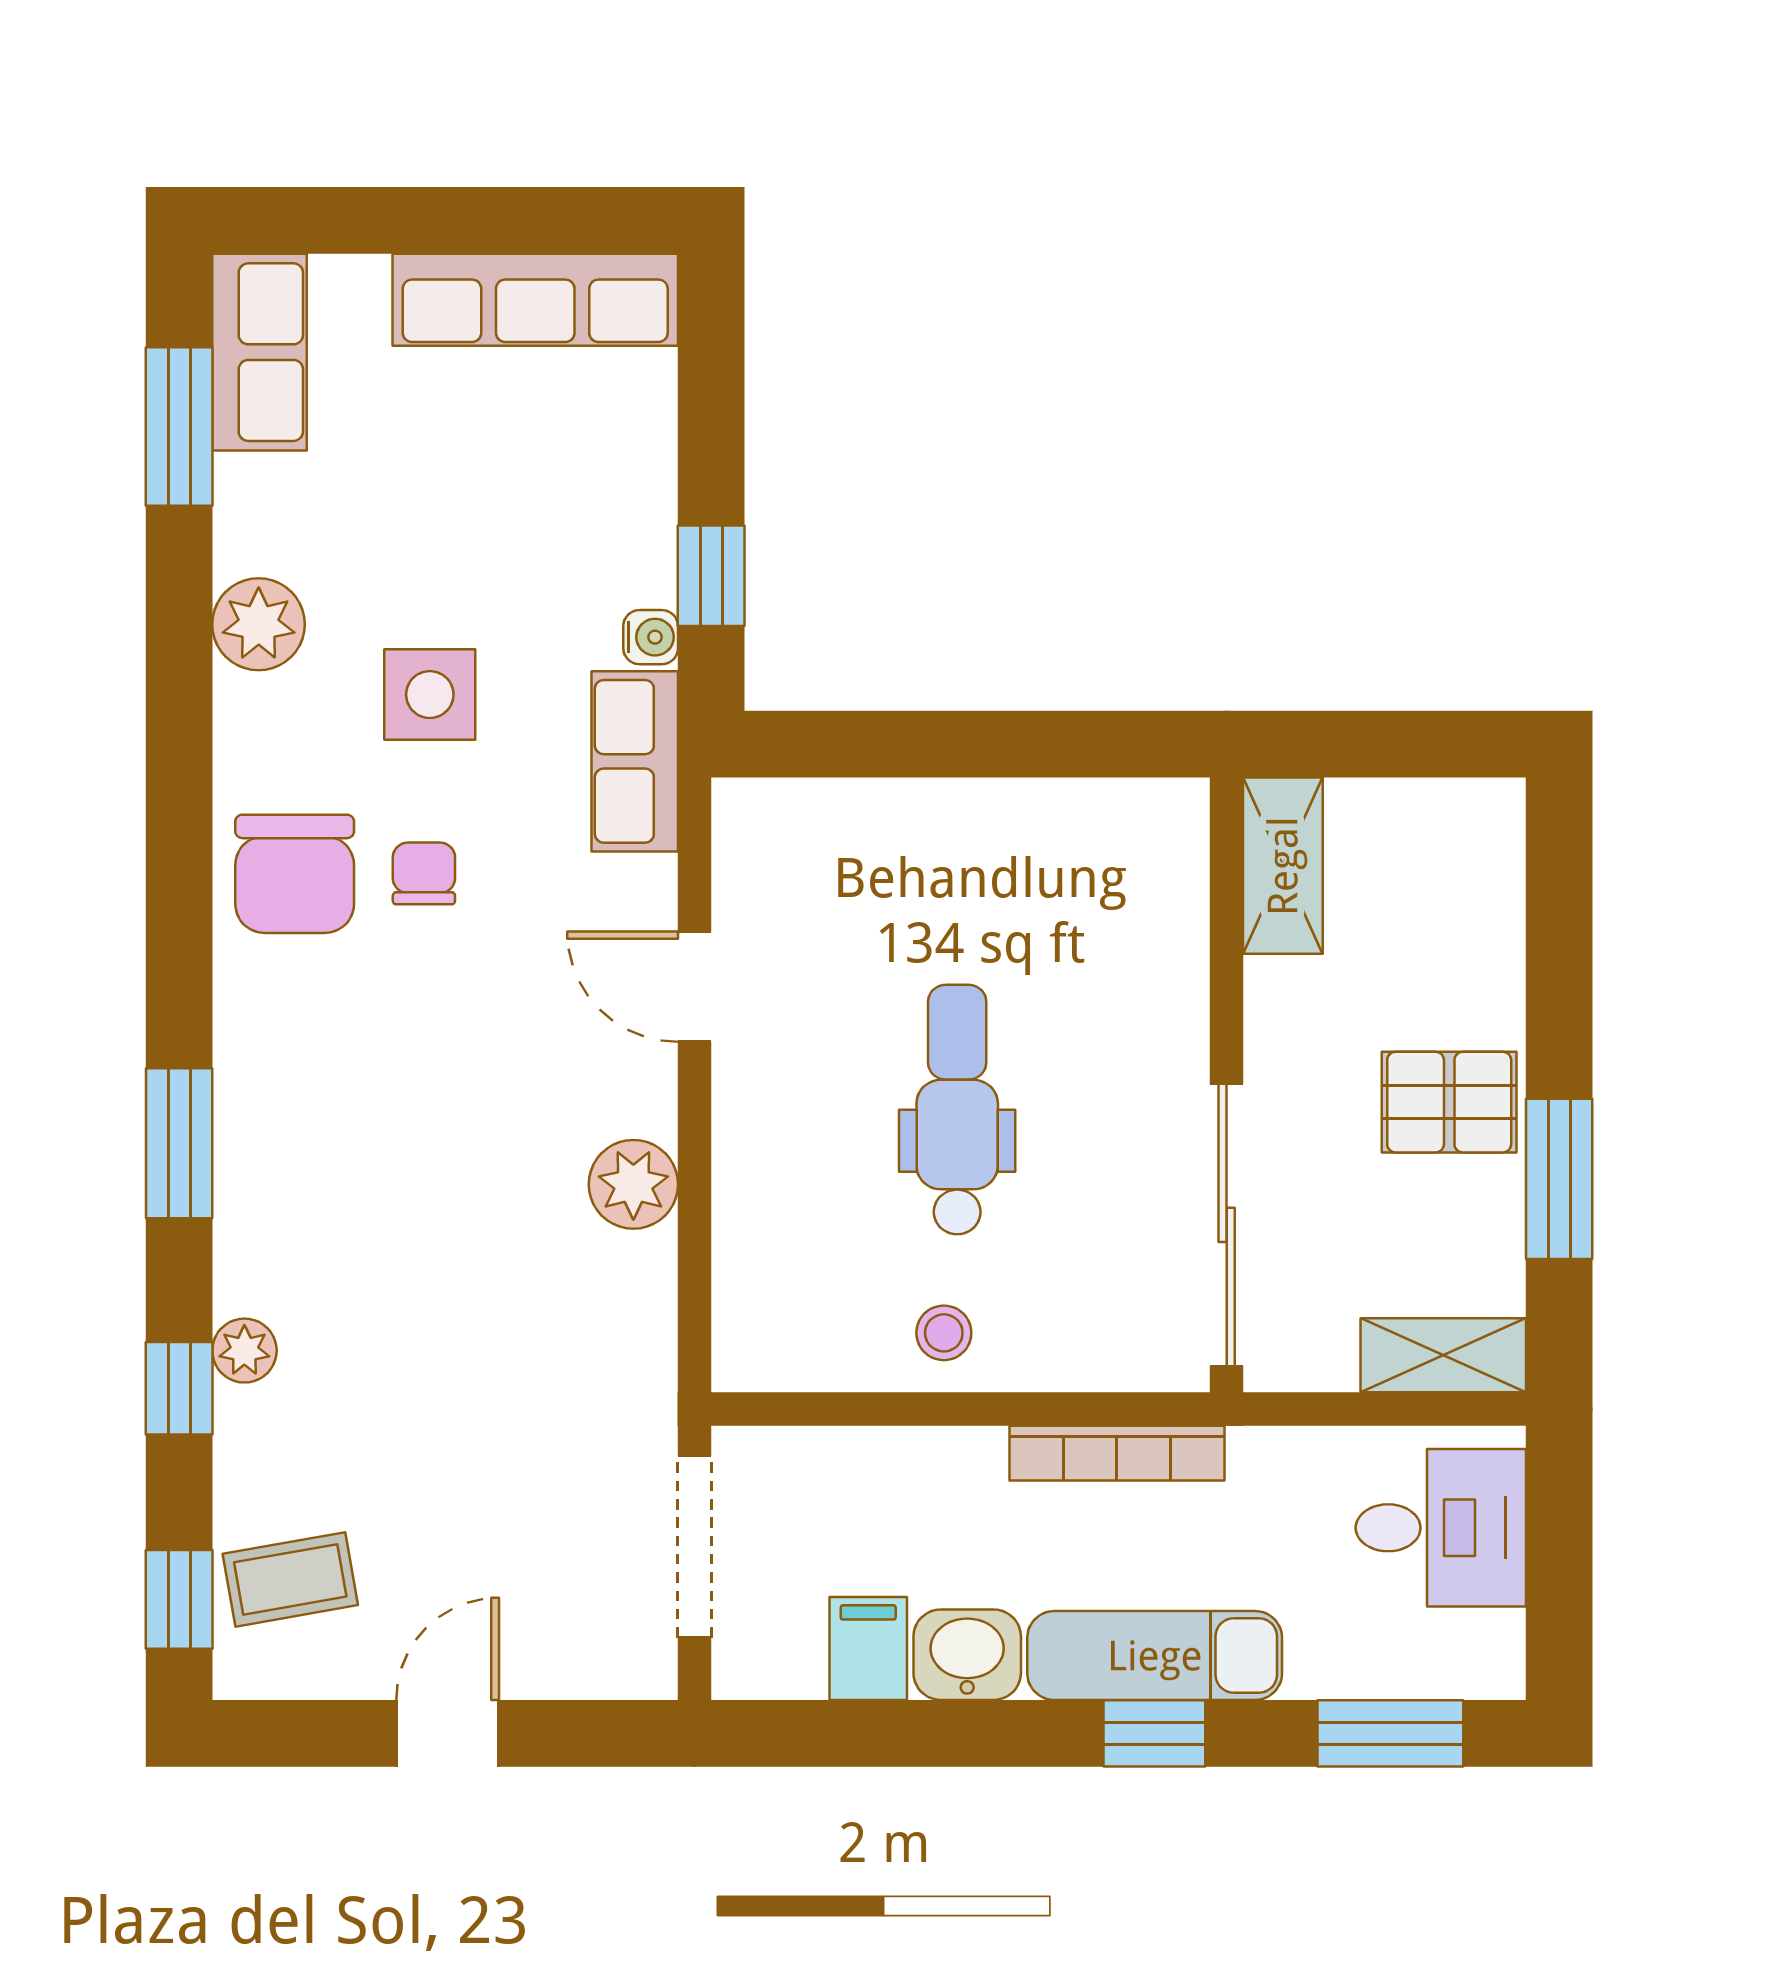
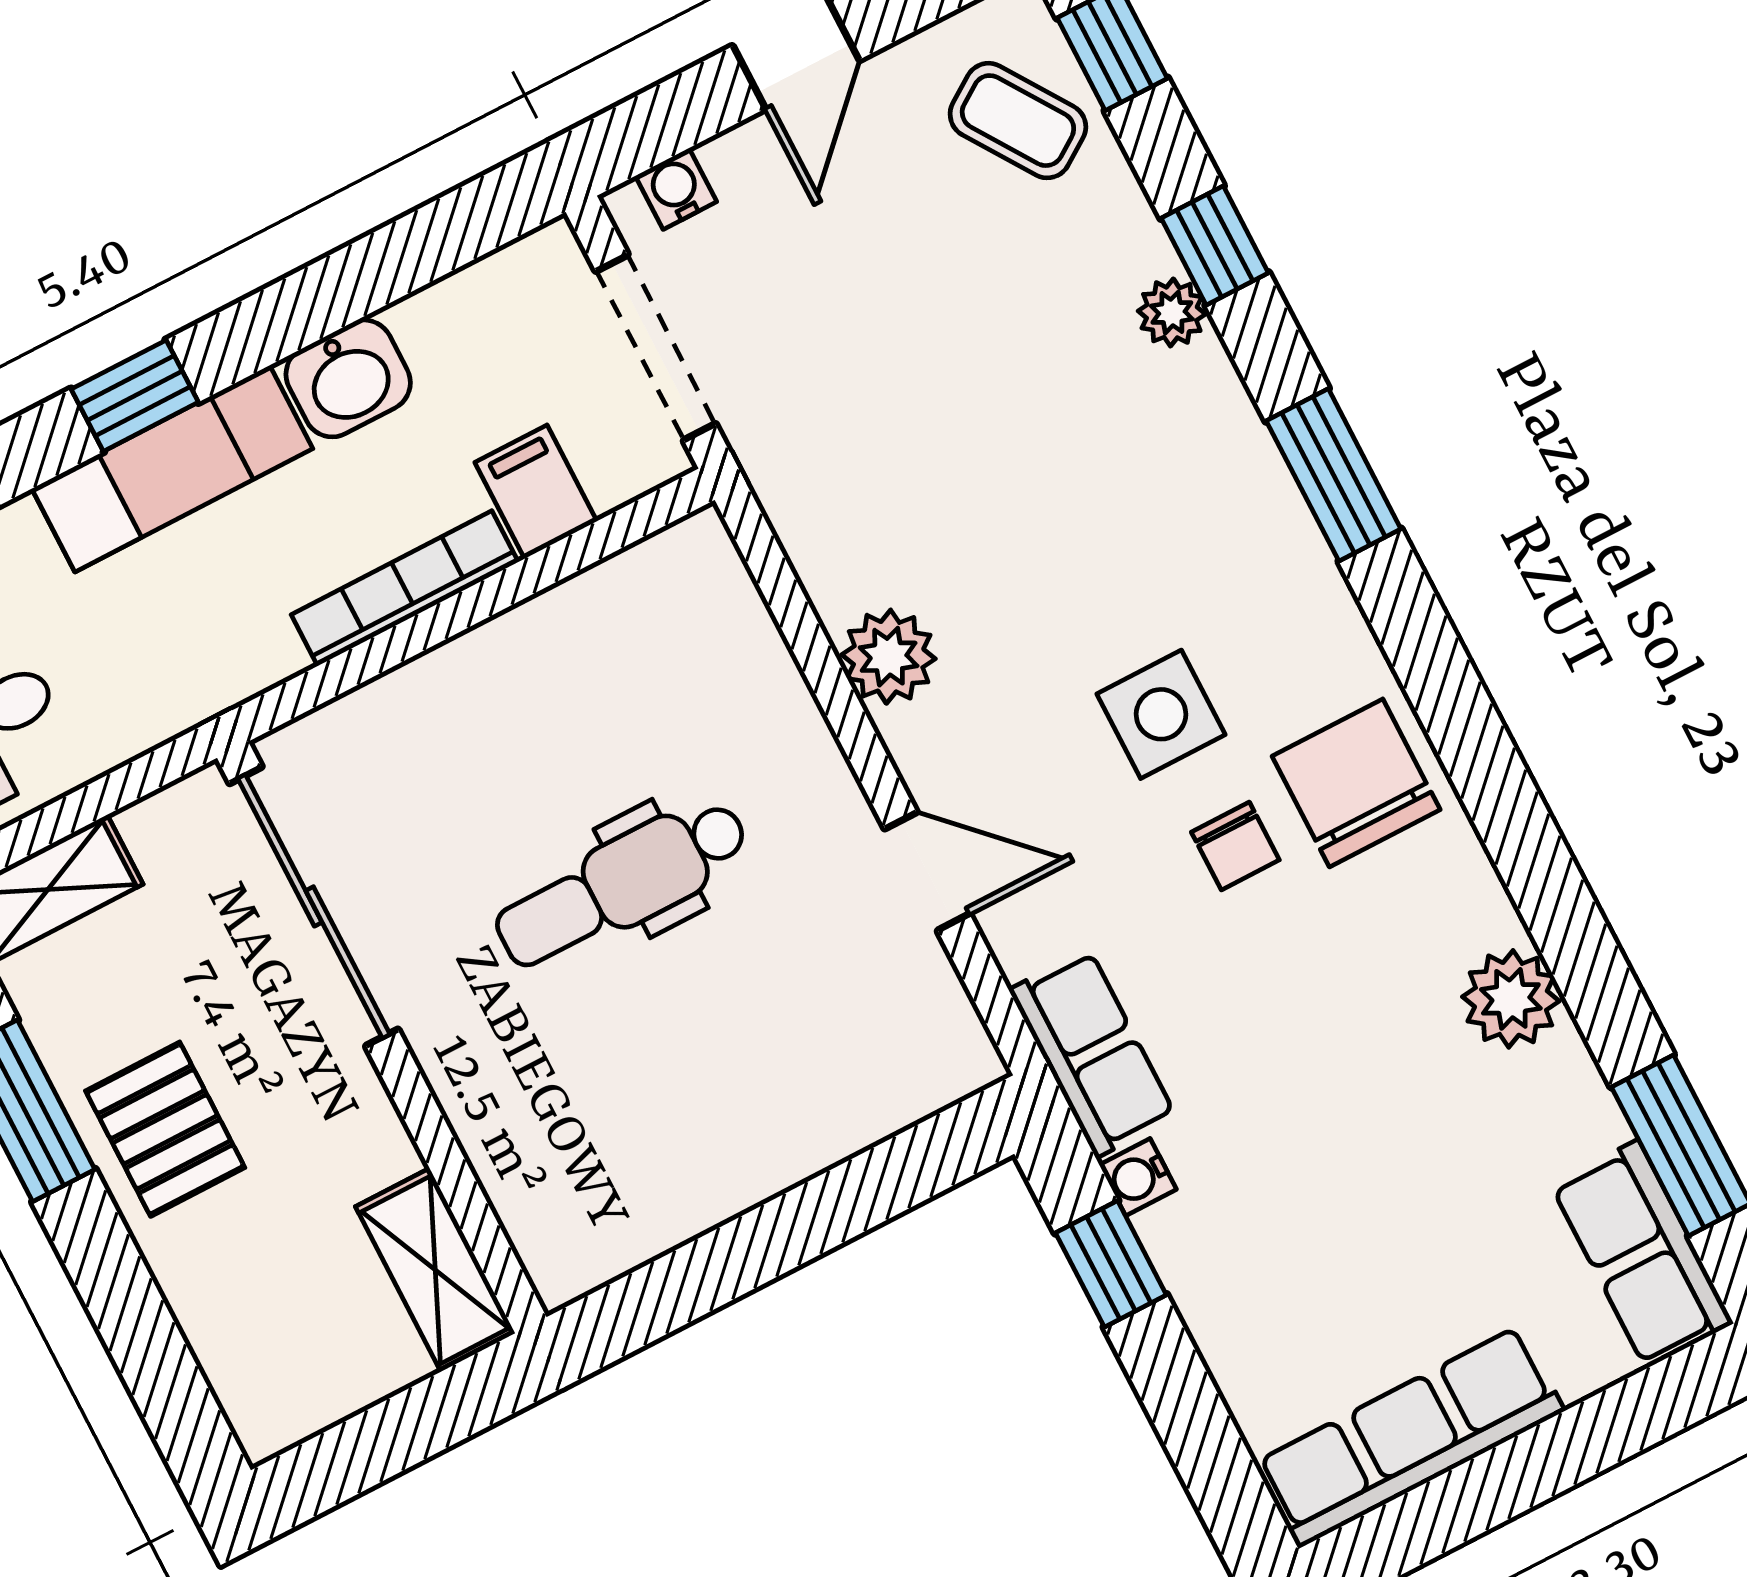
side table: (430, 695) -> (1161, 714), moved
pallet: (1449, 1102) -> (165, 1129), turned 90
dental chair: (957, 1110) -> (622, 884), turned 90
stool: (944, 1333) -> (526, 668), removed
bookcase: (1117, 1453) -> (405, 588), moved
coffee table: (290, 1579) -> (1018, 121), turned 66
filing cabinet: (868, 1649) -> (536, 492), moved, turned 180
water cooler: (608, 1671) -> (676, 189), added

